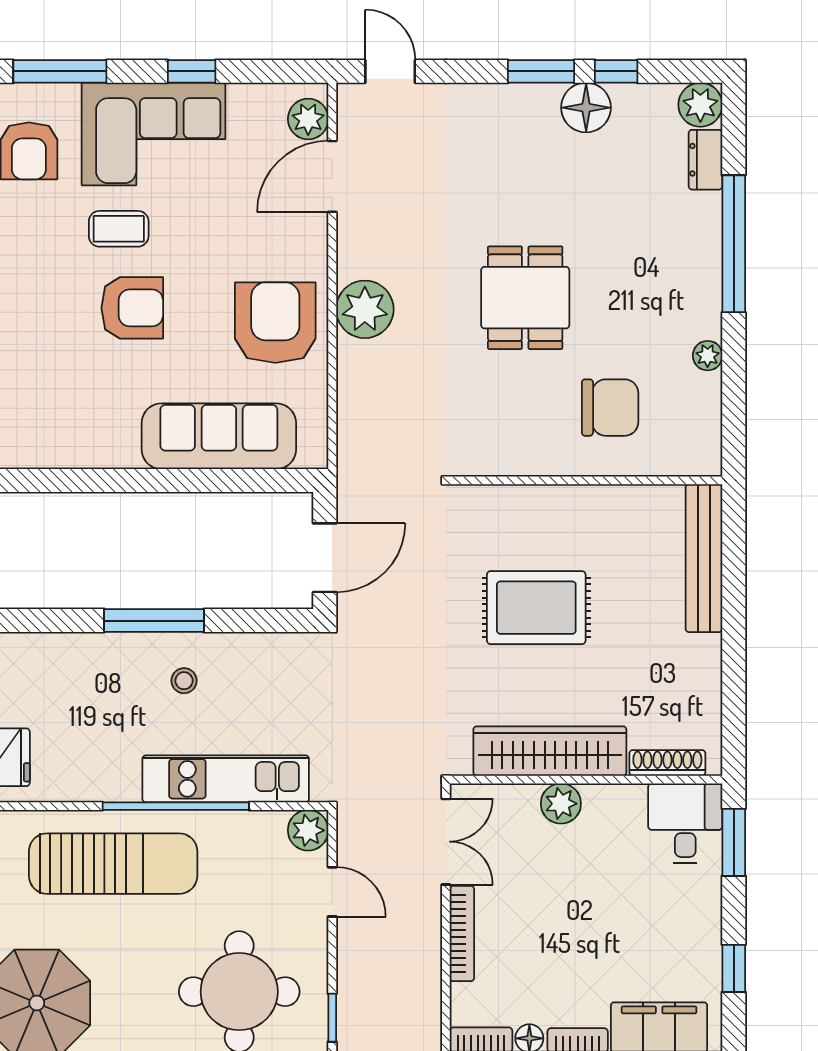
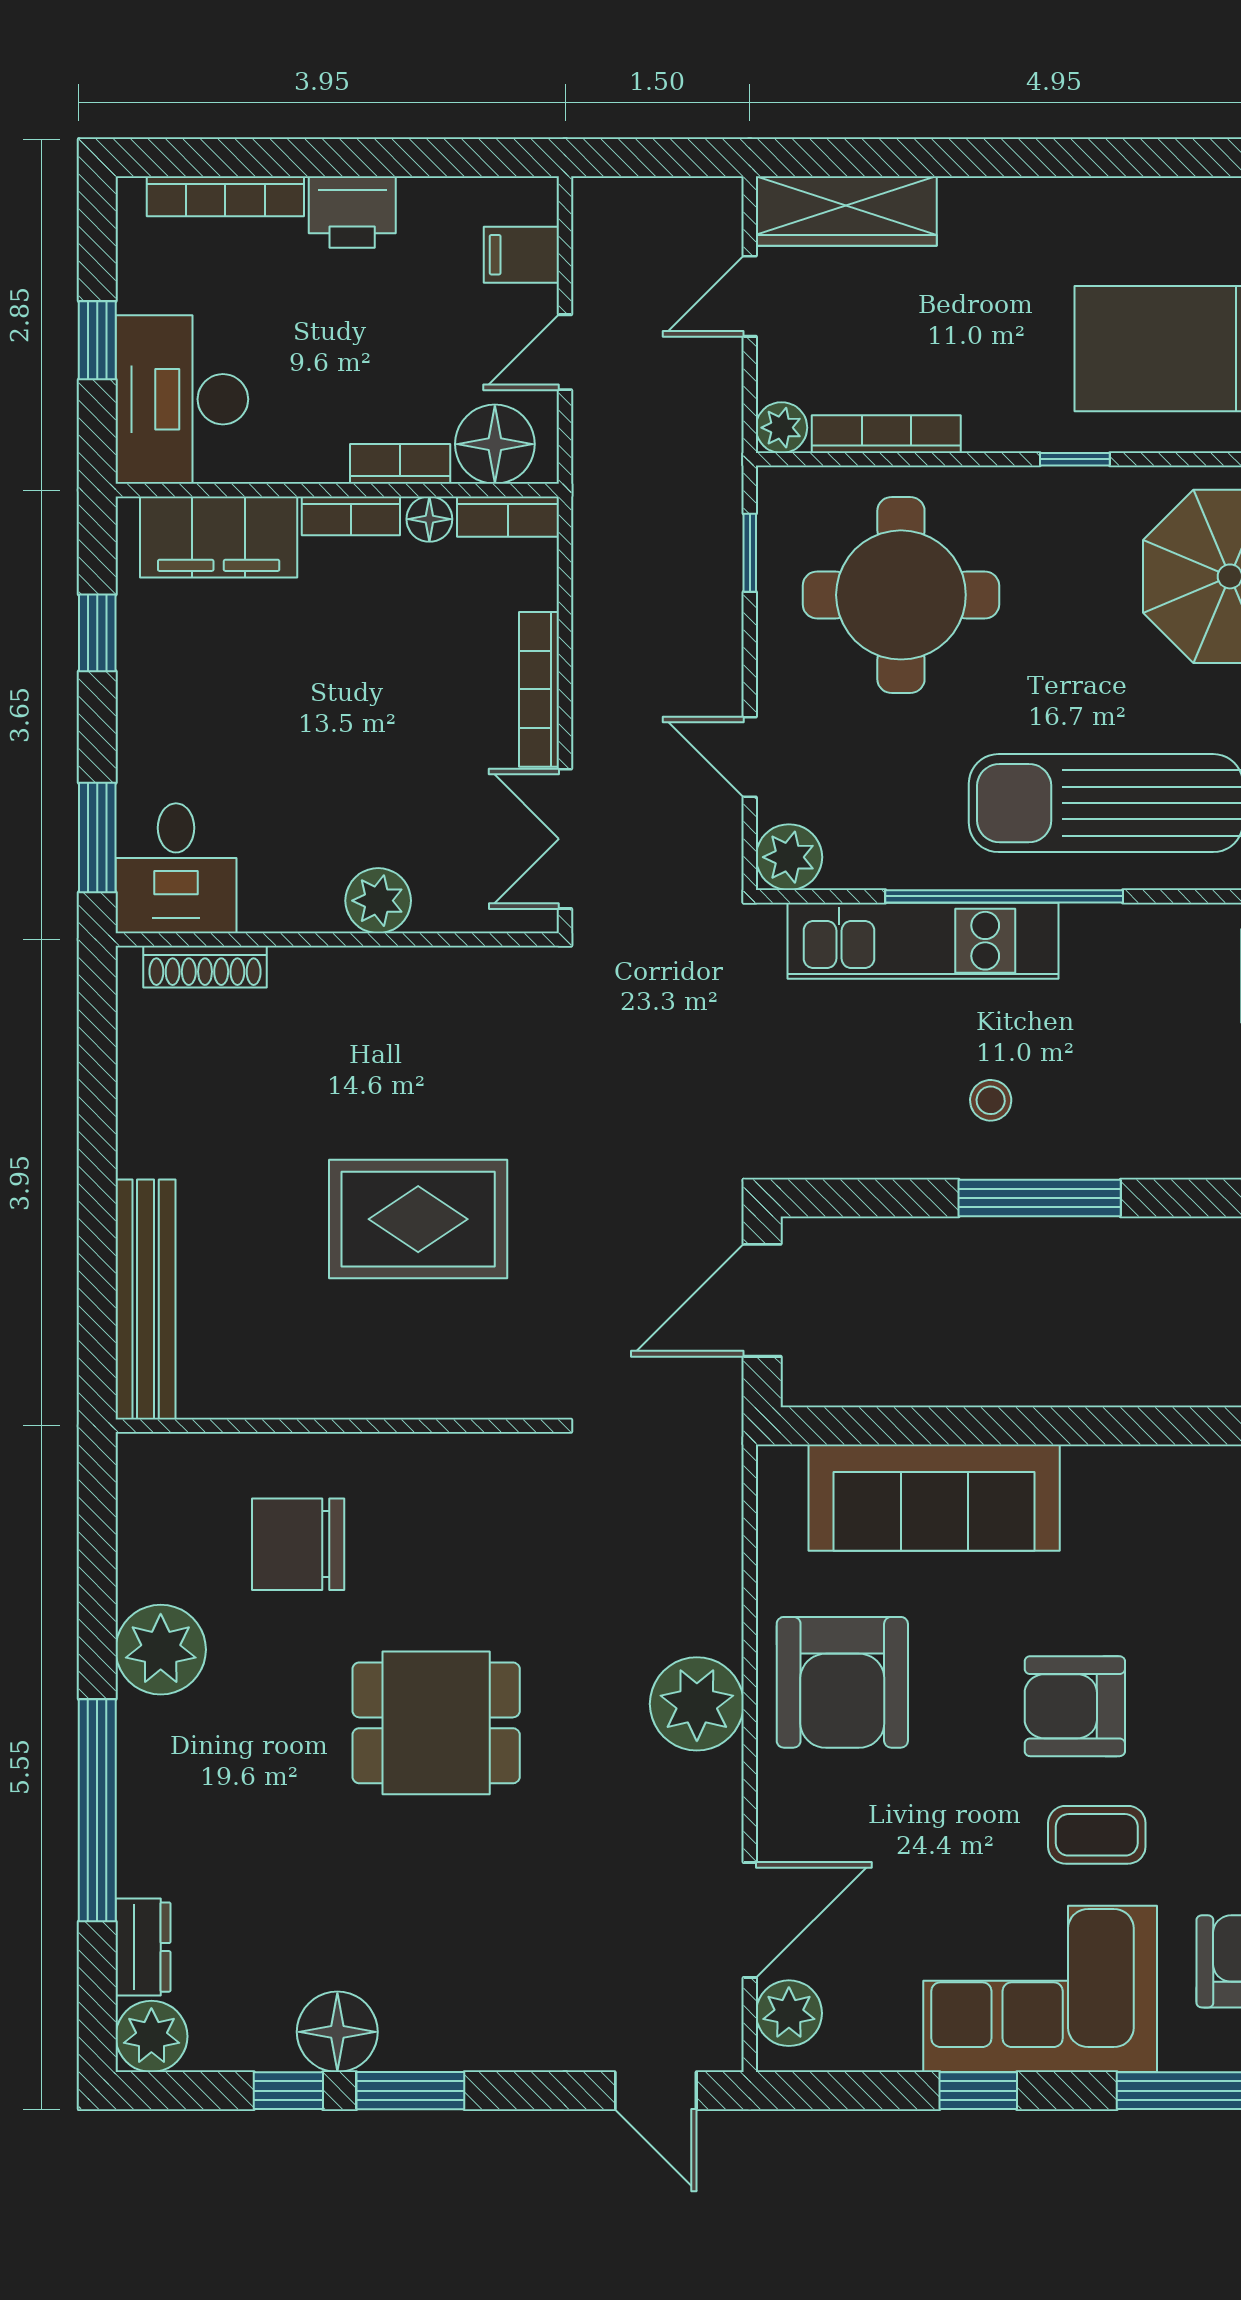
dining table: (525, 298) -> (436, 1723), turned 90
plant: (708, 356) -> (161, 1650), width x1.88, depth x1.88
wardrobe: (550, 751) -> (396, 986), removed

